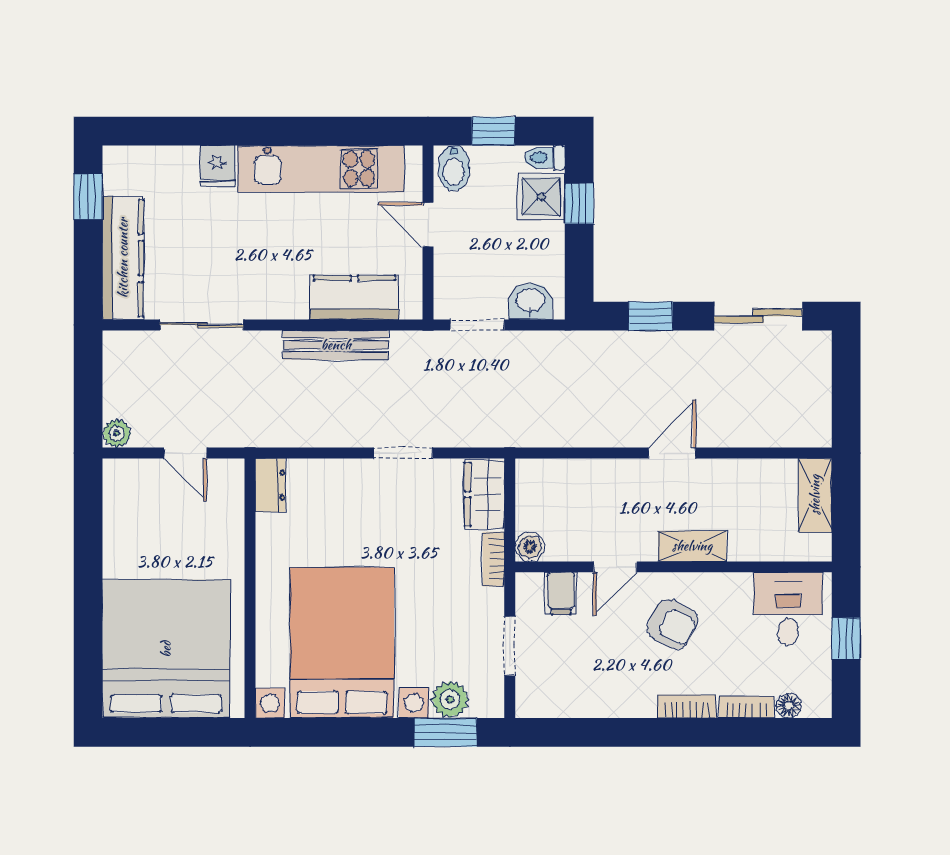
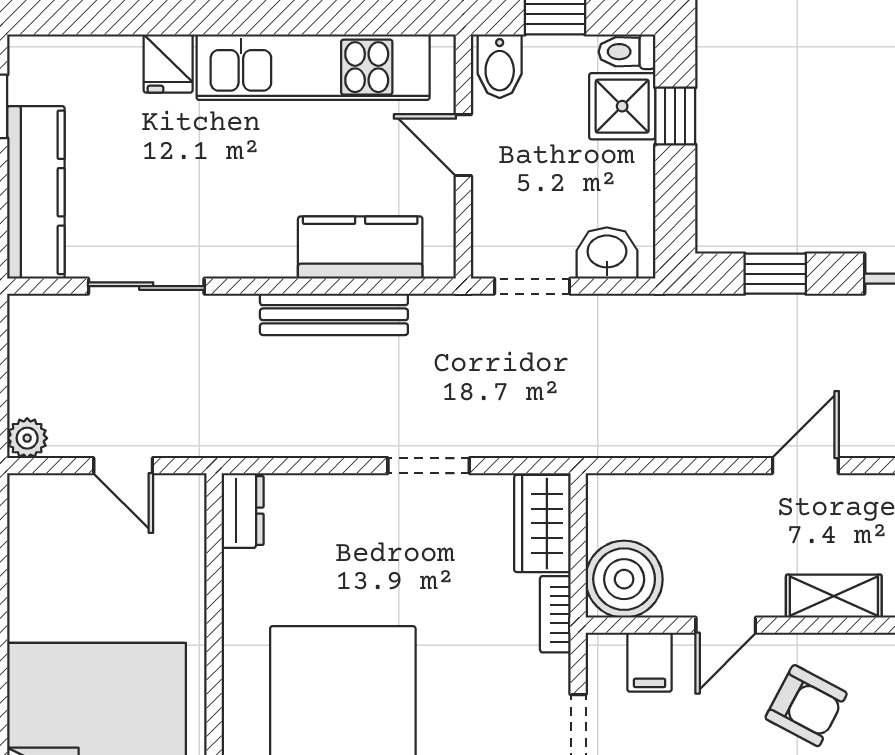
boiler: (530, 547) -> (624, 579), width x1.86, depth x1.86

